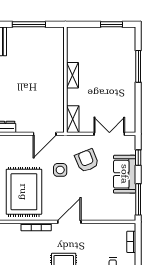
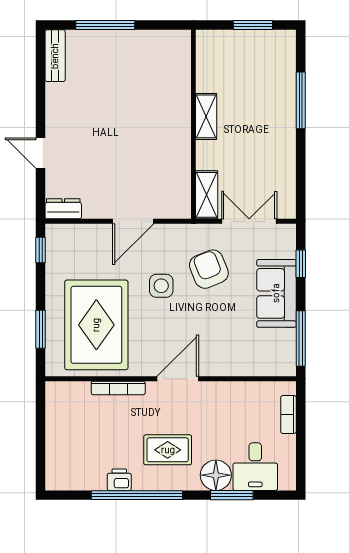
shelving: (72, 75) -> (206, 116), moved
wall: (65, 80) -> (193, 124), moved
shelving: (73, 119) -> (207, 195), moved

